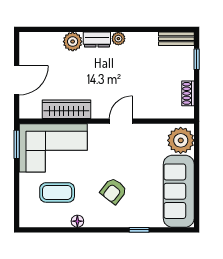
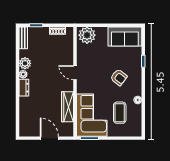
plant: (73, 42) -> (25, 63), moved
sofa: (179, 191) -> (125, 36), width x0.73

